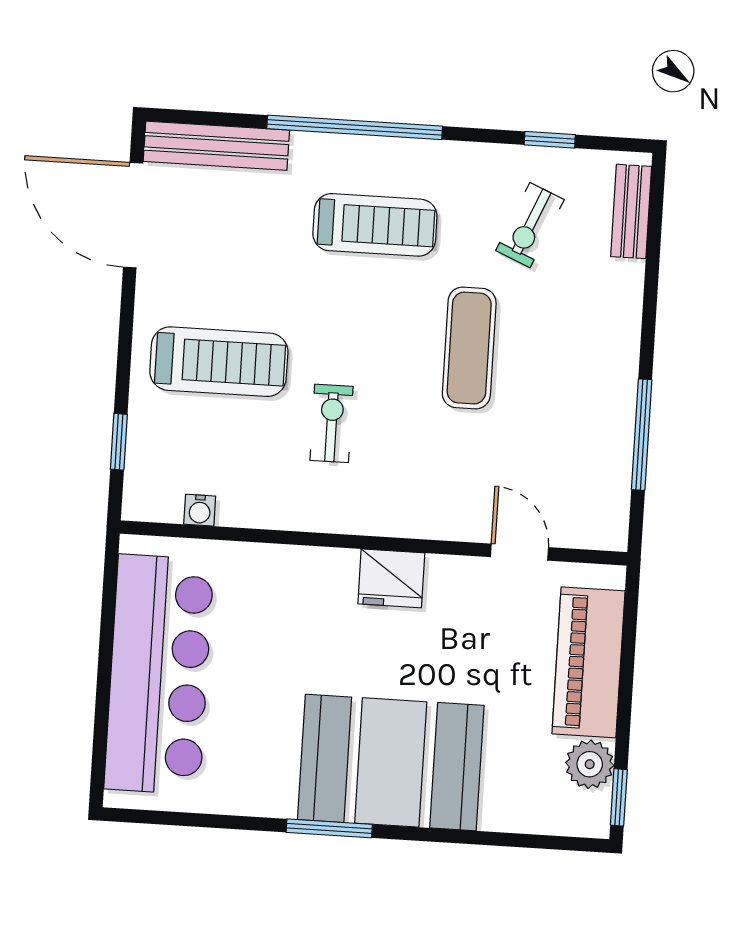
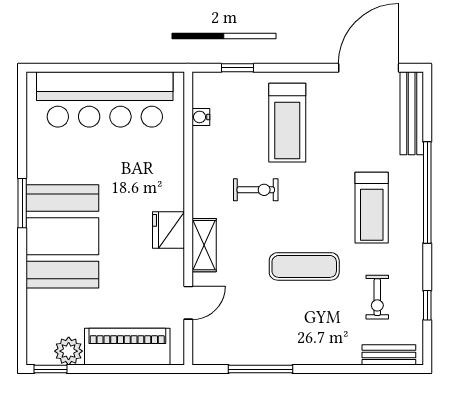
exercise bike: (530, 225) -> (377, 297), turned -113
shelving: (421, 518) -> (204, 245), added

